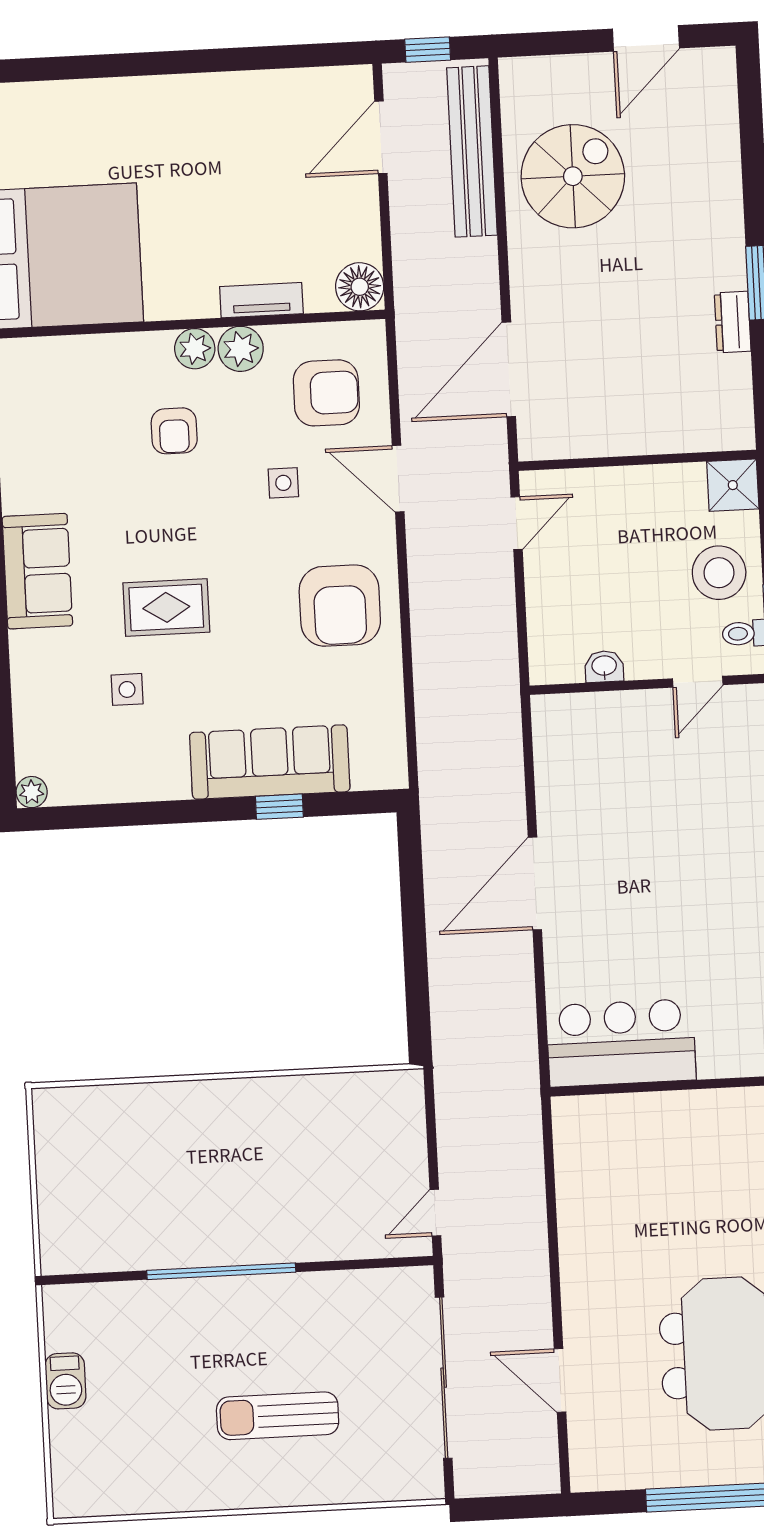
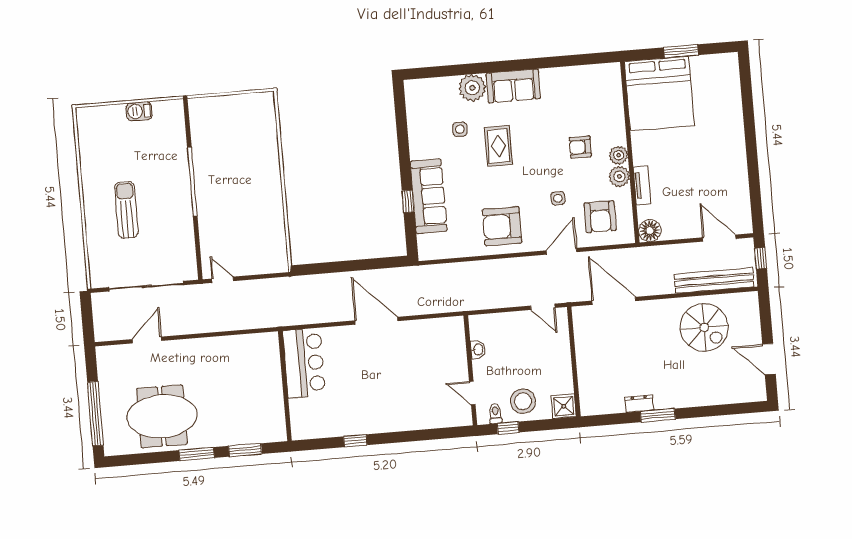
plant: (32, 792) -> (472, 88), moved, width x1.87, depth x1.87

